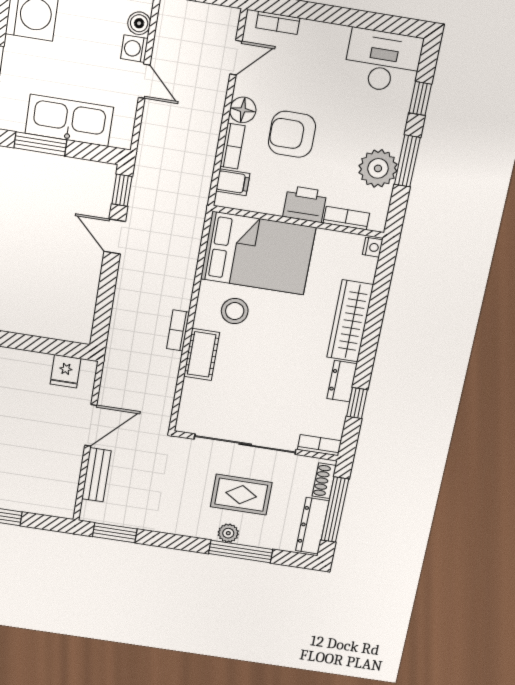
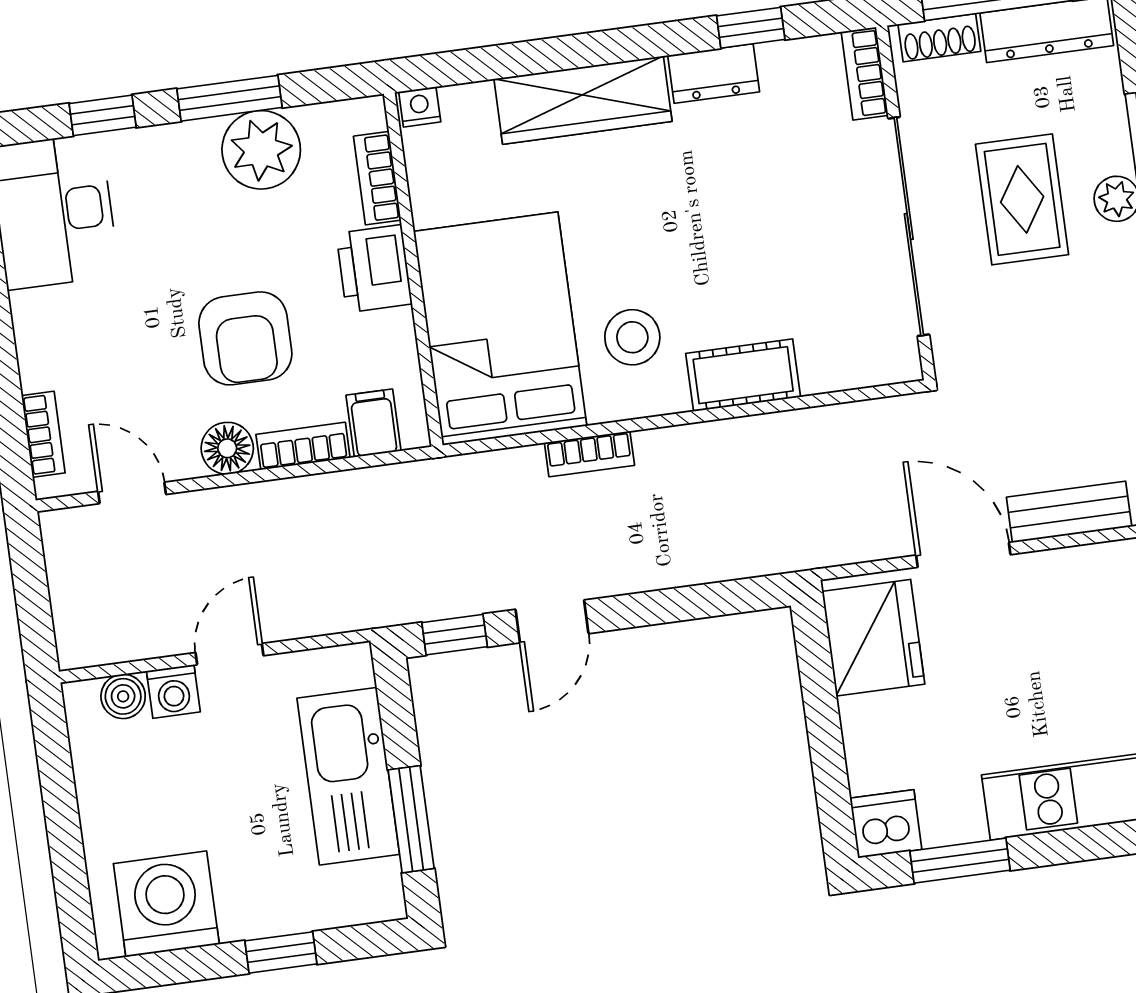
bookcase: (178, 331) -> (589, 454), moved
fridge: (66, 371) -> (873, 638), width x1.88, depth x1.34

